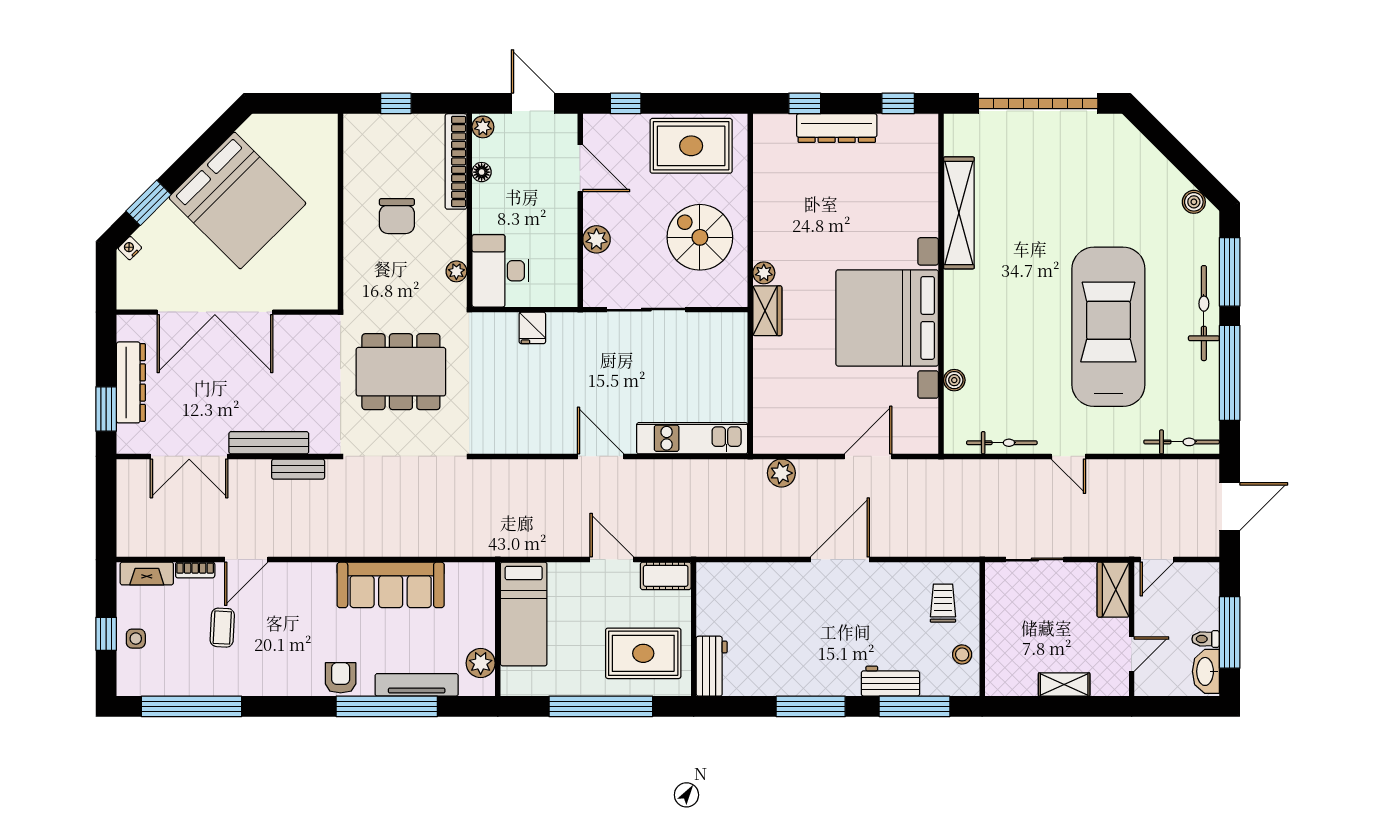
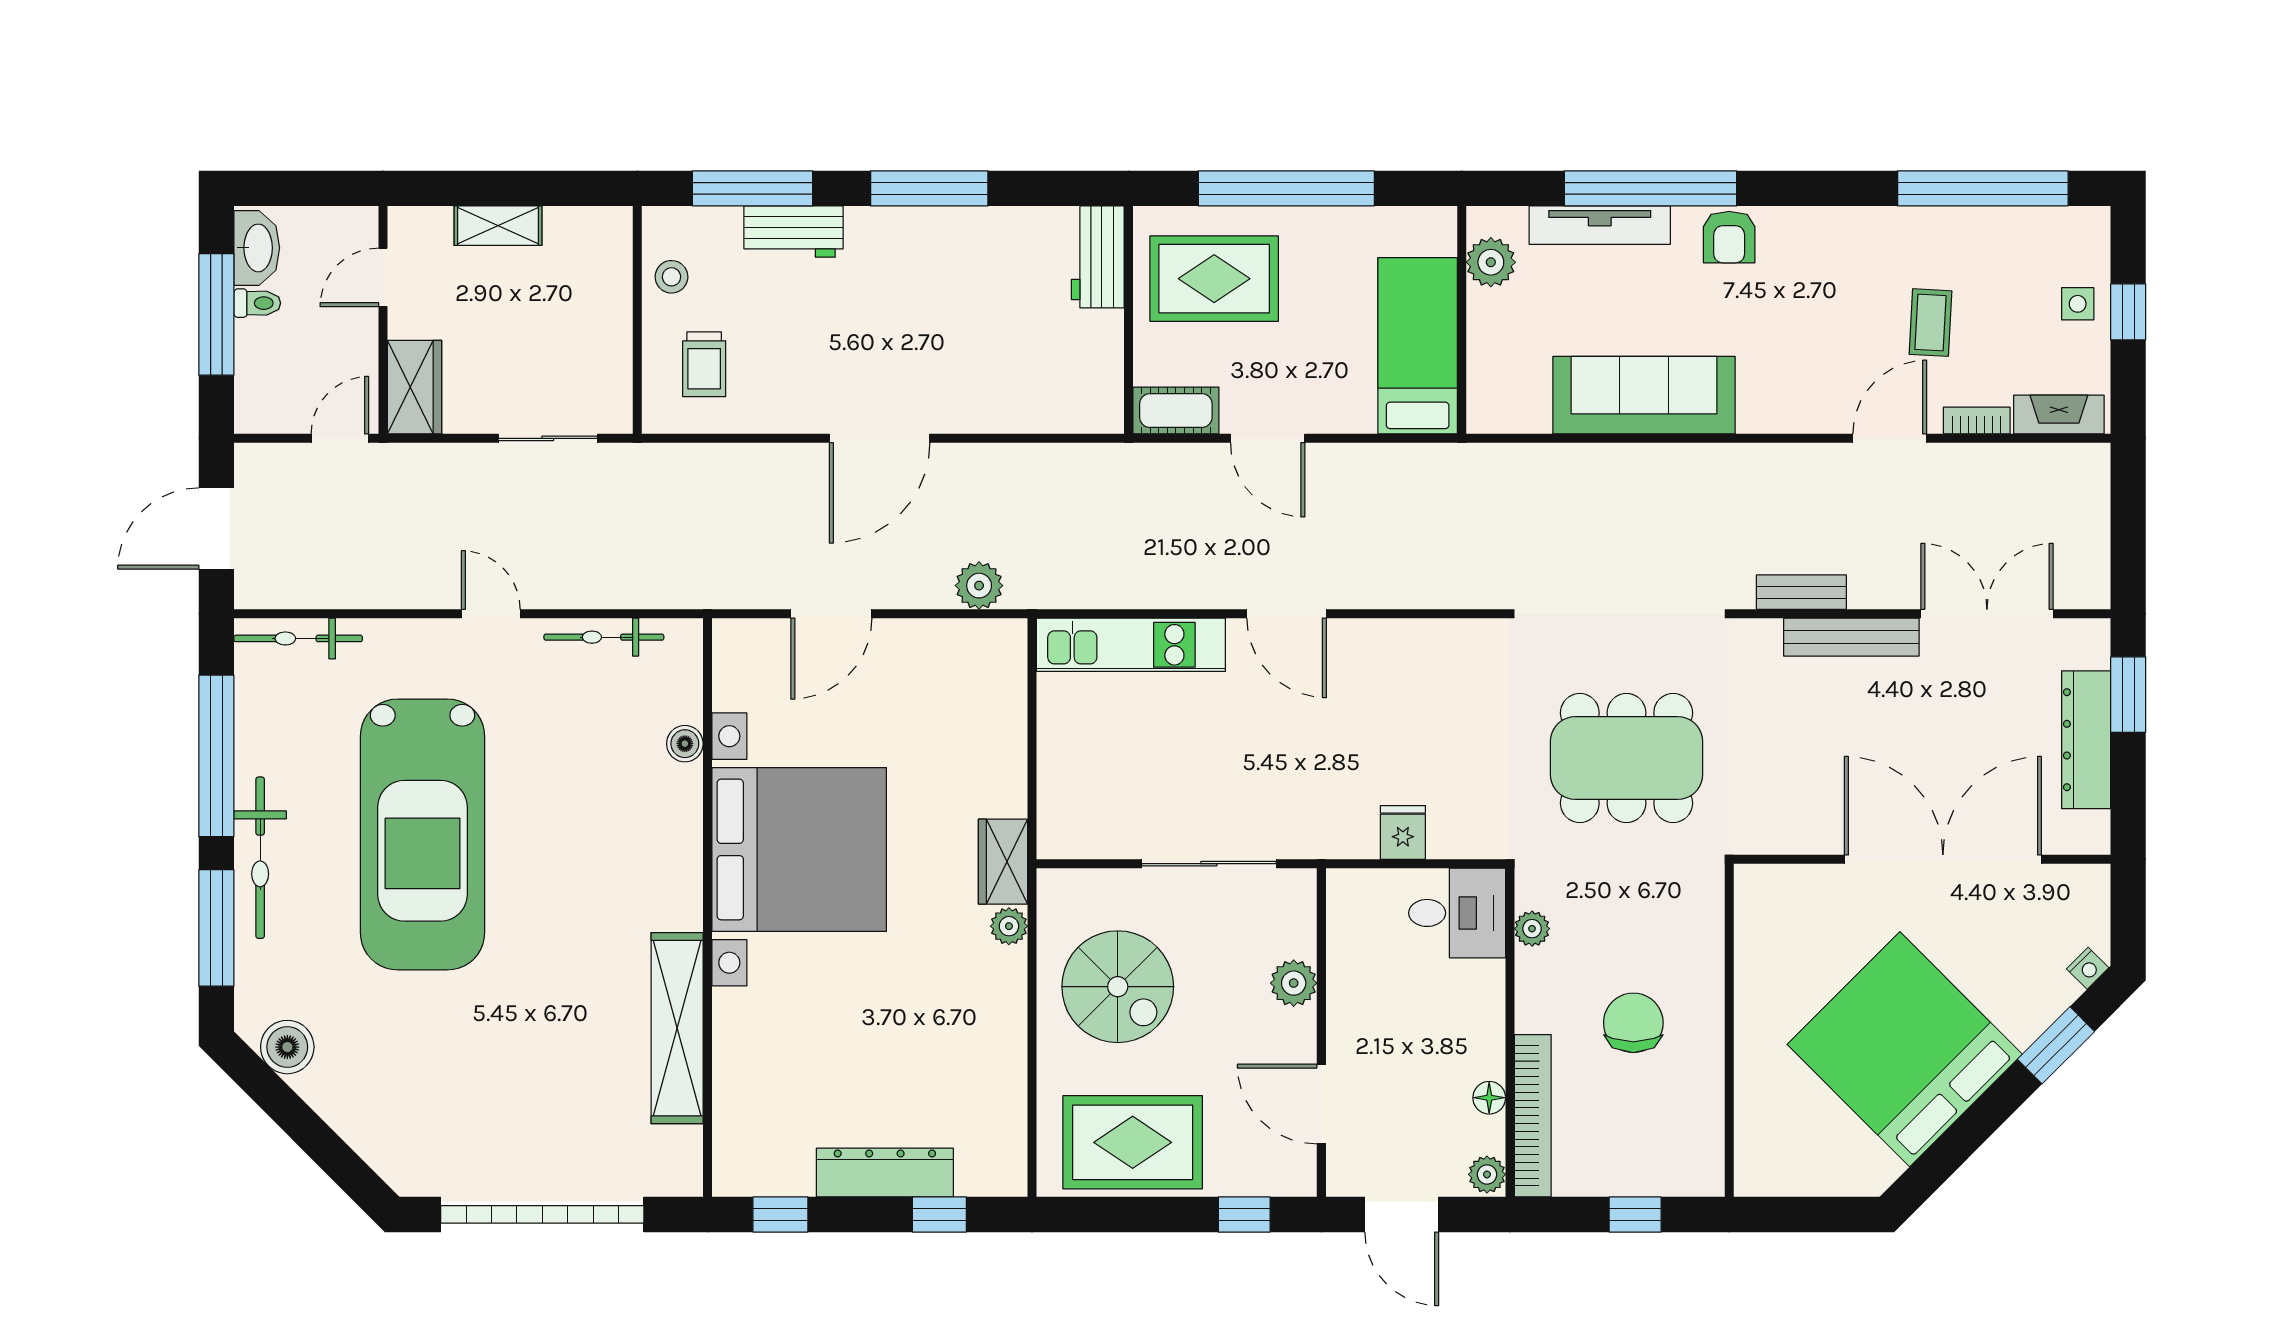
boiler: (1194, 202) -> (287, 1047), width x1.36, depth x1.36
desk: (500, 271) -> (1457, 913), width x0.73

